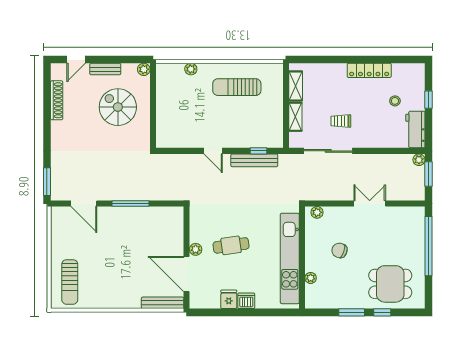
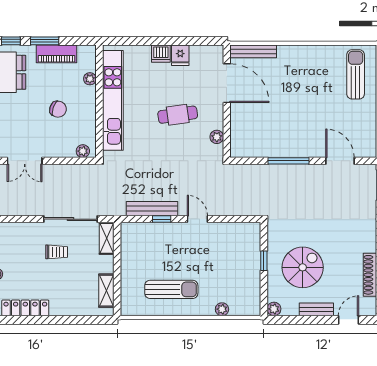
spiral stairs: (118, 107) -> (303, 267), turned -90
window: (153, 113) -> (264, 261), added
shelving: (295, 117) -> (107, 238), moved
window: (258, 151) -> (162, 219), moved
plant: (196, 249) -> (217, 137), moved
piano: (341, 301) -> (57, 54), added

